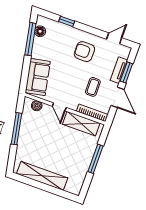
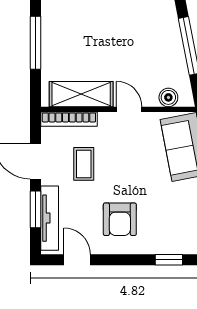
door: (114, 38) -> (77, 260), swing flipped
armchair: (84, 52) -> (120, 219), turned 90
tv unit: (119, 70) -> (50, 218), width x1.41

